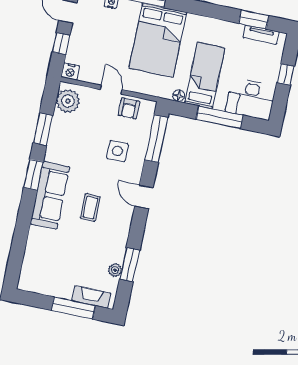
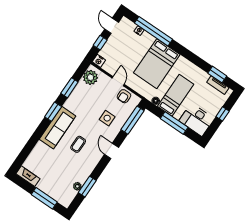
fireplace: (91, 297) -> (28, 176), moved

